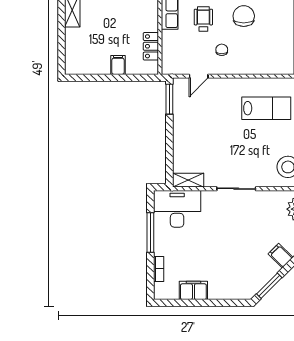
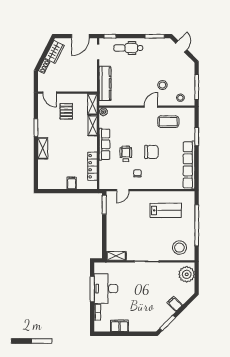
chair: (244, 16) -> (151, 152), turned 90
locker: (151, 46) -> (93, 166), width x1.53
desk: (177, 209) -> (106, 289), moved, turned -90

